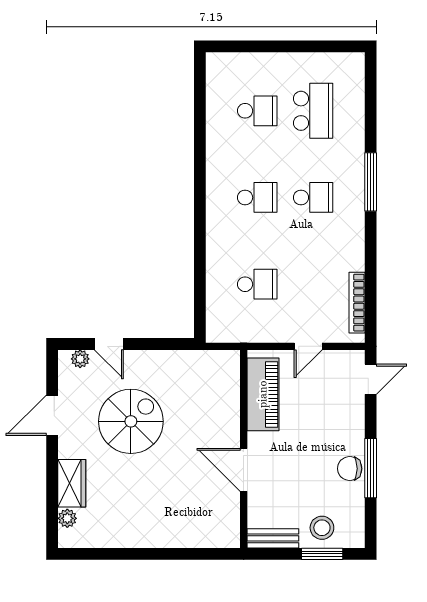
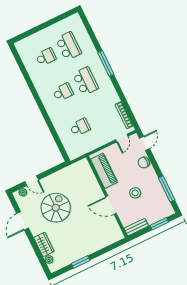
school desk: (313, 197) -> (85, 81), width x1.85
door: (308, 346) -> (122, 138), moved
window: (371, 468) -> (167, 189), moved
chair: (350, 469) -> (144, 162), moved
stool: (322, 528) -> (135, 193), moved
window: (128, 554) -> (81, 262), added

